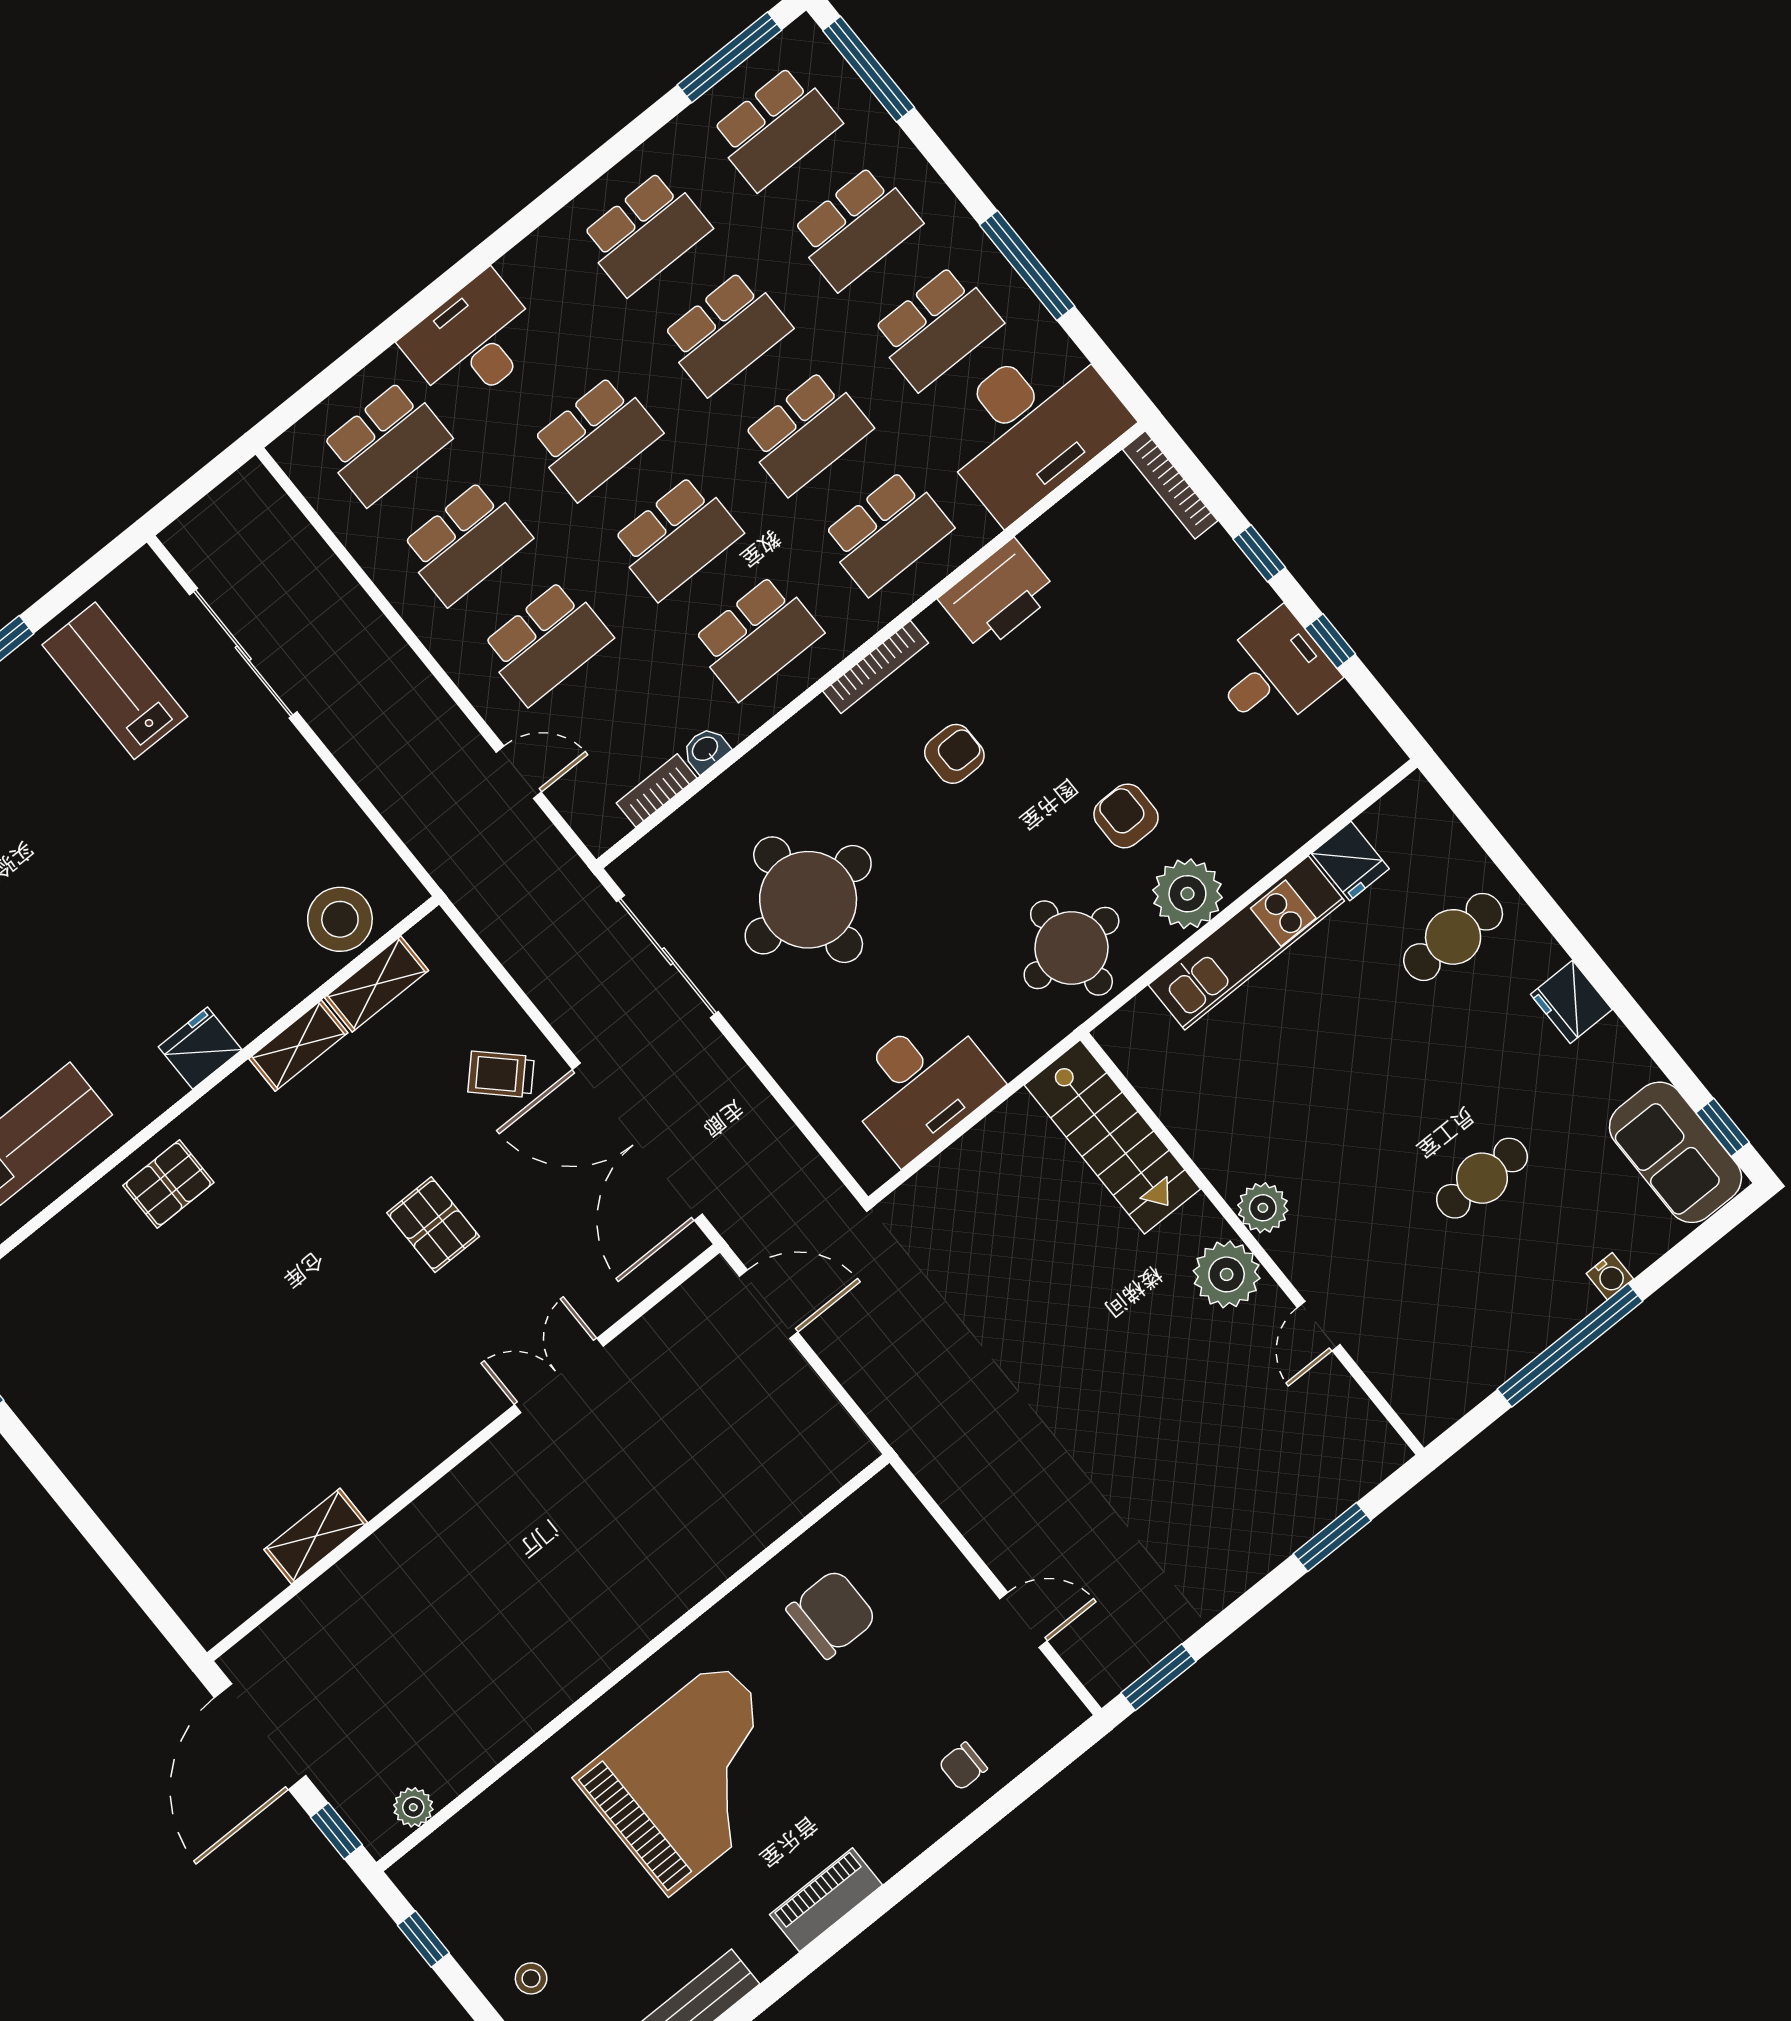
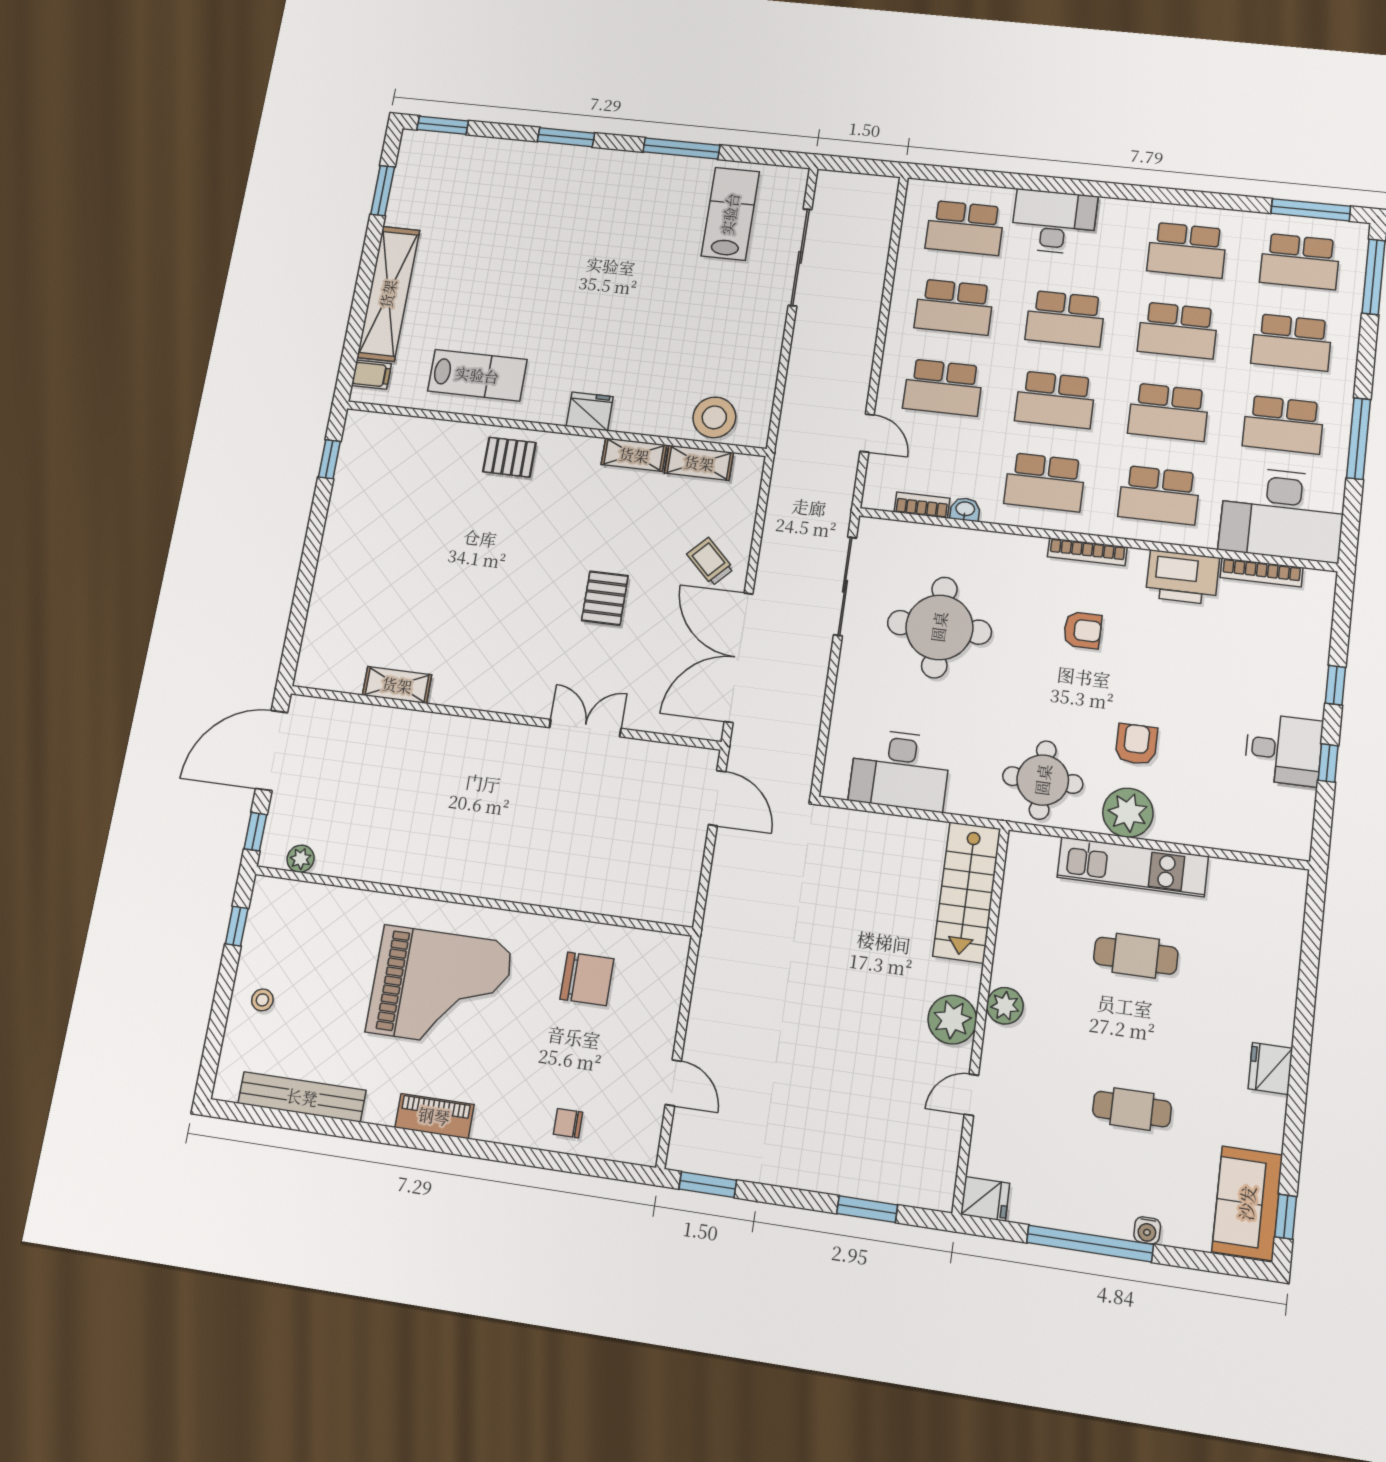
bookcase: (1170, 485) -> (1261, 572), moved, turned -90
fridge: (1350, 861) -> (985, 1199), moved, turned -90
cafe table: (1453, 937) -> (1136, 956), moved

